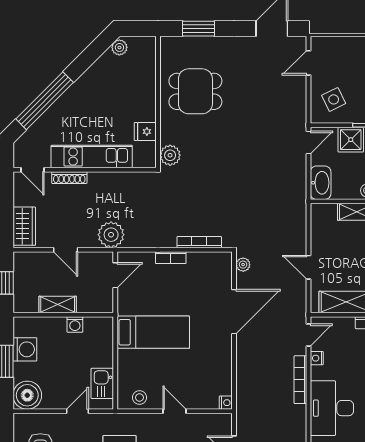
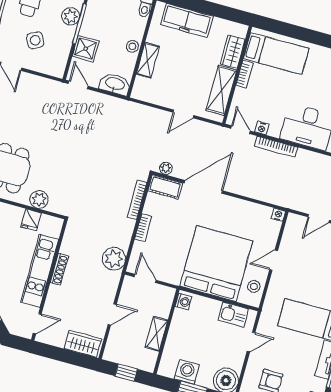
side table: (334, 99) -> (35, 40), moved
plant: (170, 155) -> (39, 200), moved
shoe rack: (69, 178) -> (59, 269), moved
plant: (111, 235) -> (114, 259), moved
cot: (222, 270) -> (165, 187), added
door: (234, 312) -> (204, 187), hinge flipped
washing machine: (75, 324) -> (183, 302), moved
bed: (153, 332) -> (216, 264), width x2.04
door: (77, 411) -> (251, 342), swing flipped

